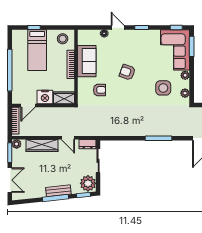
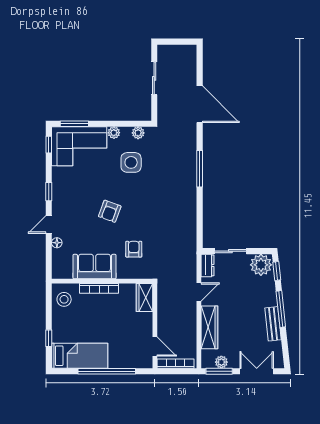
bed: (37, 50) -> (80, 356), moved
nightstand: (45, 97) -> (143, 323), removed
plant: (17, 144) -> (221, 362), moved
bench: (58, 191) -> (273, 324), moved

